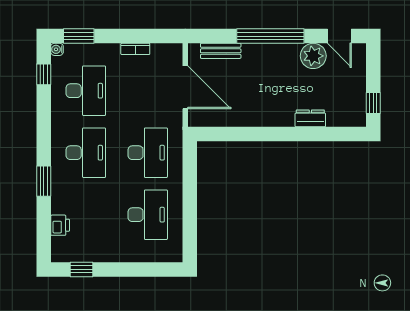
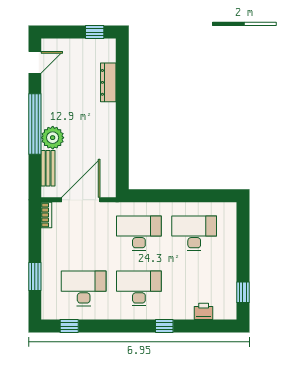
window: (79, 36) -> (35, 277), moved
water cooler: (57, 49) -> (47, 314), removed
bookcase: (135, 49) -> (46, 215), moved
plant: (313, 56) -> (53, 138), moved
dresser: (310, 118) -> (108, 82), width x1.44
window: (44, 181) -> (164, 326), width x0.67

